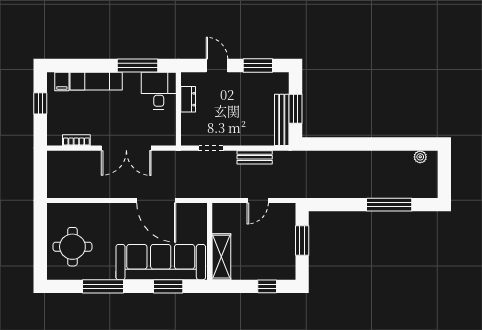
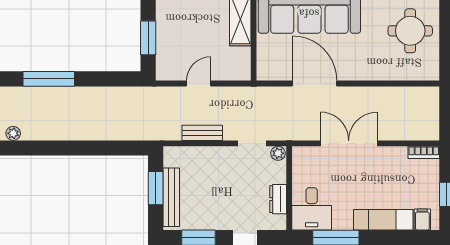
bench: (282, 120) -> (171, 197), moved
plant: (188, 139) -> (278, 153), added
bookcase: (76, 140) -> (424, 152), moved

